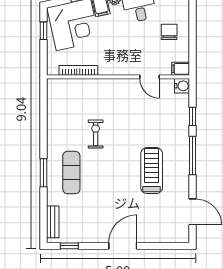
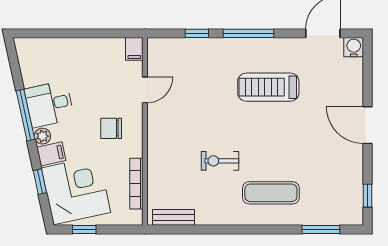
chair: (169, 32) -> (111, 128), moved
water cooler: (182, 86) -> (354, 47), moved
window: (44, 173) -> (321, 229), moved
bench: (53, 222) -> (174, 217), moved

